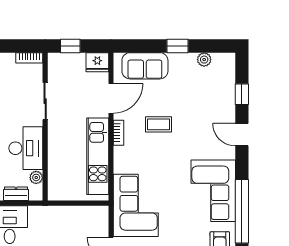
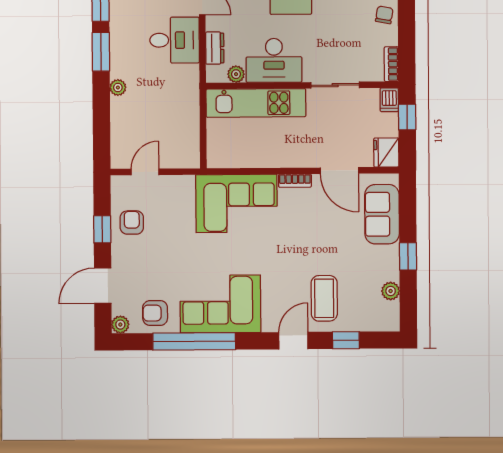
dishwasher: (57, 60) -> (389, 100), added
coffee table: (159, 124) -> (324, 298), moved, width x1.36, depth x1.30
kitchen unit: (98, 156) -> (256, 103), moved, turned 180
corner sofa: (136, 205) -> (236, 203), moved

